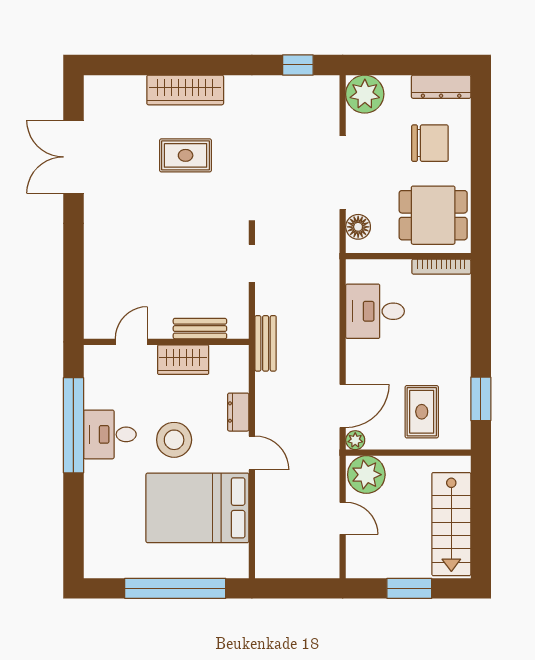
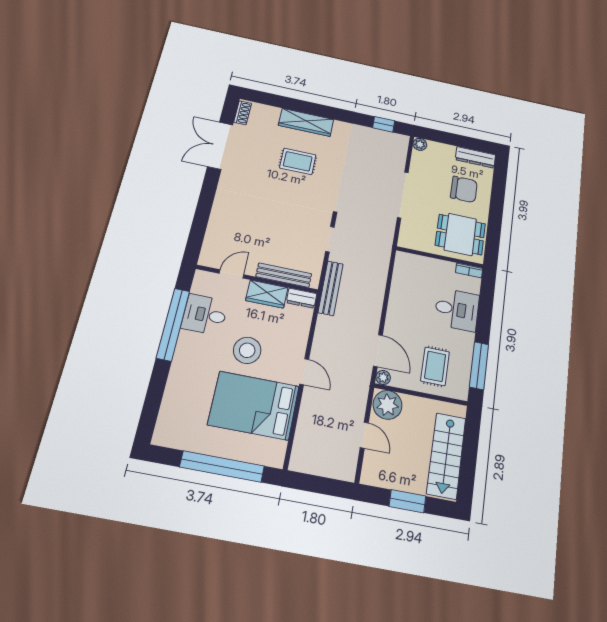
plant: (365, 94) -> (420, 144), width x0.53, depth x0.53
shoe rack: (93, 97) -> (243, 113), added
floor lamp: (358, 227) -> (408, 231), removed
bookcase: (441, 267) -> (469, 270), width x0.64
desk: (375, 311) -> (457, 310), moved, turned 180
bench: (200, 329) -> (284, 275), width x1.36
bench: (266, 343) -> (331, 288), width x1.36
window: (481, 399) -> (479, 366), width x1.44
door: (343, 406) -> (378, 351), hinge flipped
dresser: (238, 412) -> (302, 298), moved, turned -90
desk: (110, 434) -> (205, 315), moved

